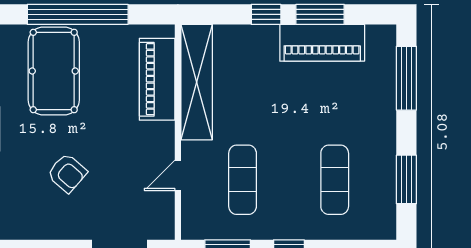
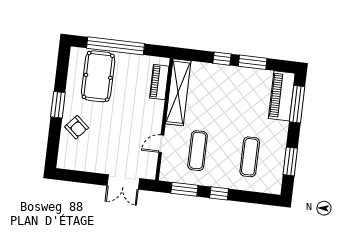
piano: (322, 43) -> (282, 96), moved, turned 90
piano: (157, 79) -> (159, 82), width x0.73, depth x0.75
armchair: (67, 173) -> (77, 127), moved

